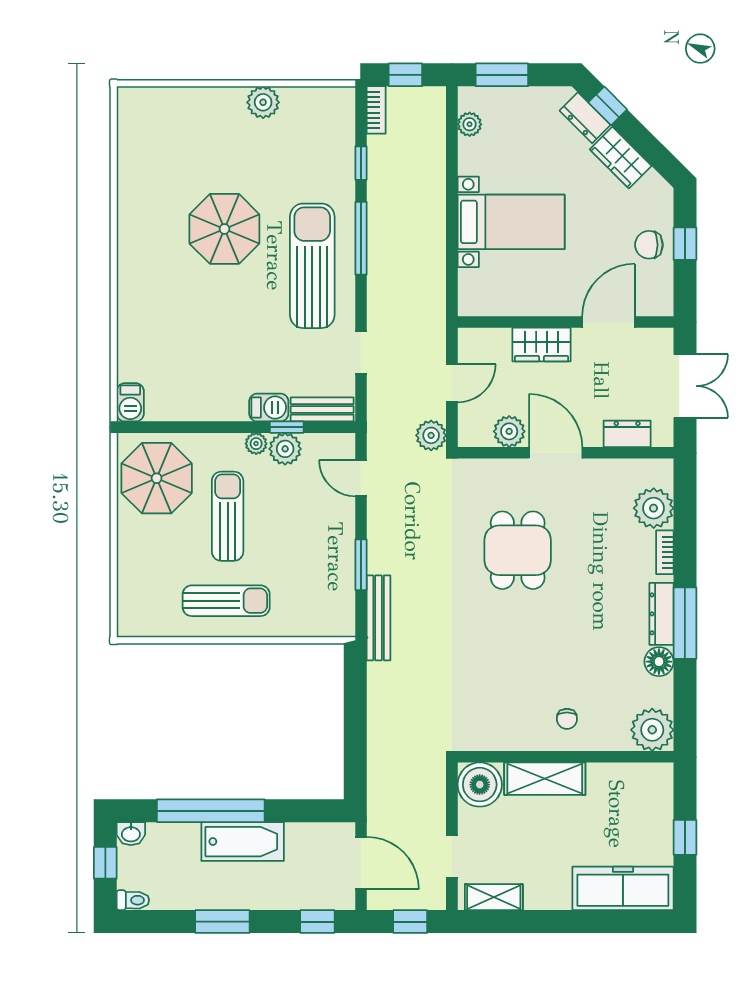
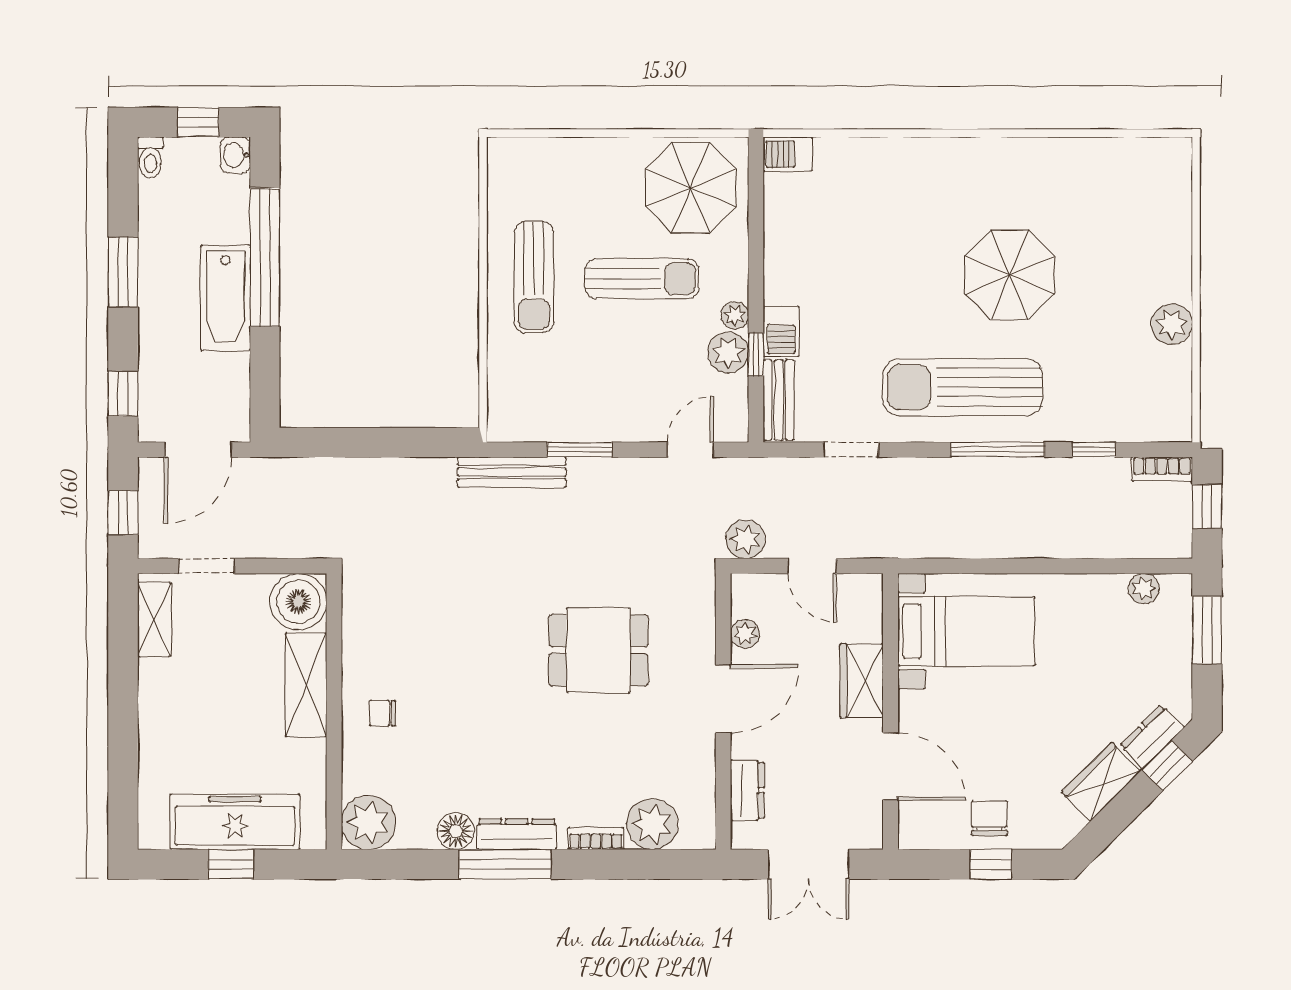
bed with nightstands: (511, 222) -> (966, 631), moved, turned -90
sun lounger: (312, 266) -> (962, 387), turned 180
plant: (509, 431) -> (745, 634), width x0.73, depth x0.73
freezer: (623, 888) -> (235, 822), moved, turned -90

